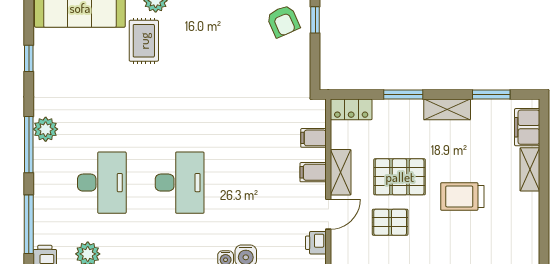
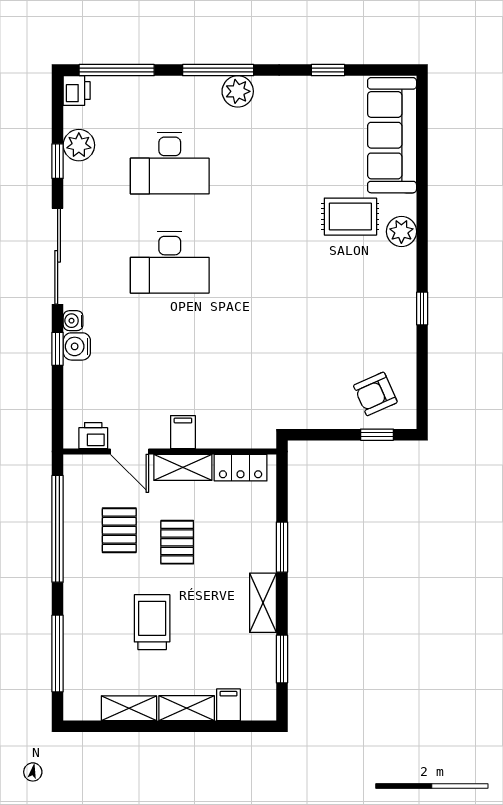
locker: (351, 109) -> (241, 468), moved, turned -90
filing cabinet: (527, 127) -> (228, 705), width x0.50
filing cabinet: (313, 138) -> (227, 433), removed
pallet: (400, 177) -> (177, 542), width x0.67, depth x0.71
shelving: (530, 215) -> (129, 708), added

